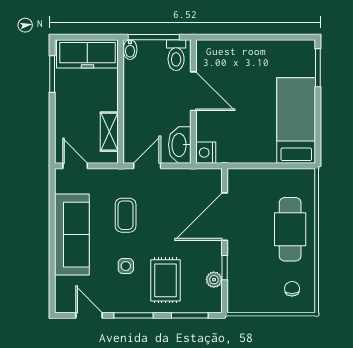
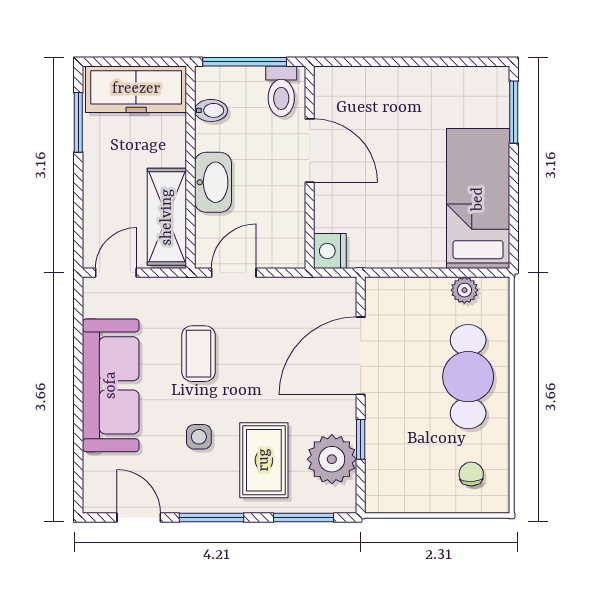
bidet: (130, 50) -> (211, 110), moved, turned -90
shelving: (109, 132) -> (167, 217), width x1.50, depth x1.33
washbasin: (180, 145) -> (213, 182), moved, turned 180
door: (75, 166) -> (116, 273), hinge flipped
plant: (288, 176) -> (464, 290), added
plant: (214, 280) -> (332, 459), width x1.88, depth x1.88

